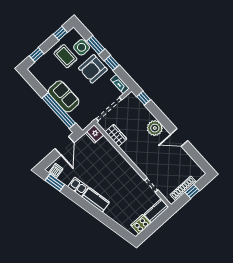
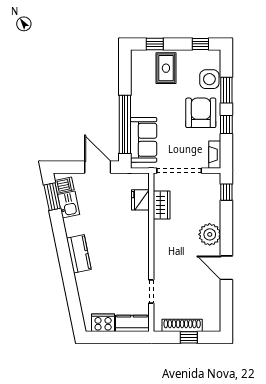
rug: (65, 56) -> (166, 68), moved
armchair: (93, 69) -> (201, 113), turned 90
sofa: (64, 96) -> (144, 140), moved
fridge: (94, 134) -> (140, 200), moved
door: (65, 146) -> (98, 167), swing flipped
kitchen sink: (78, 187) -> (69, 204), moved

